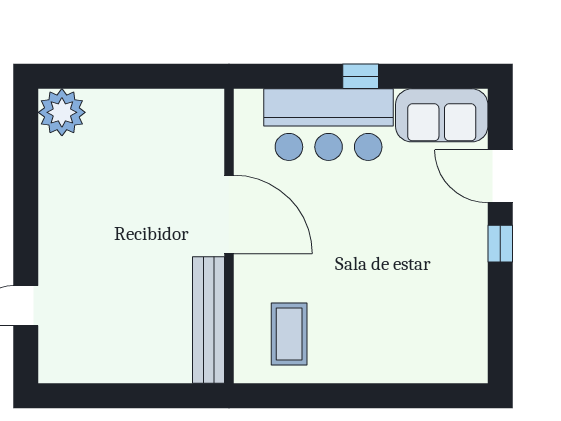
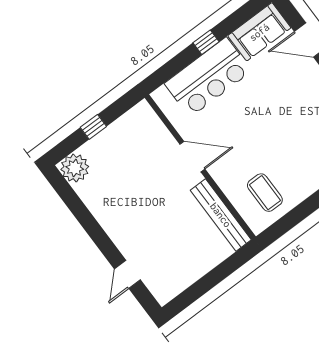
window: (127, 76) -> (93, 127), added
door: (229, 214) -> (192, 157), width x0.73

